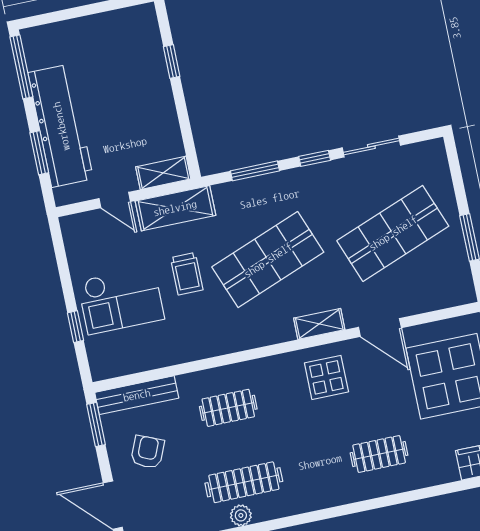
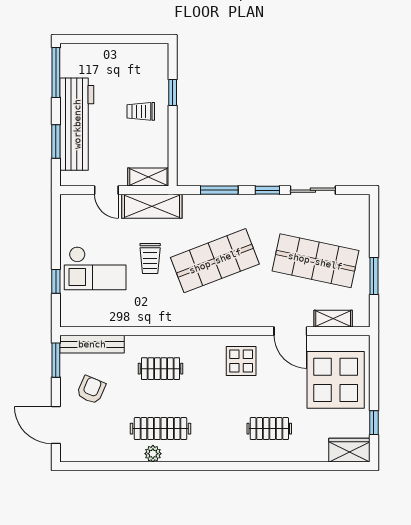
trolley: (137, 93) -> (141, 111), added
shop shelf: (393, 233) -> (315, 261), turned 33
shelving: (319, 324) -> (333, 319), moved

